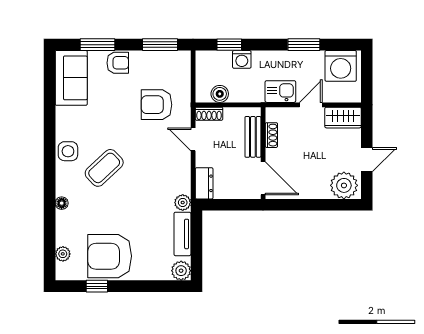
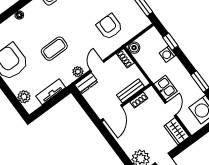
boiler: (220, 94) -> (134, 48), moved
door: (311, 105) -> (171, 109), hinge flipped
door: (193, 139) -> (97, 66), moved
coffee table: (104, 168) -> (54, 49), moved, turned -47
plant: (183, 202) -> (78, 72), moved
plant: (181, 271) -> (24, 97), moved

